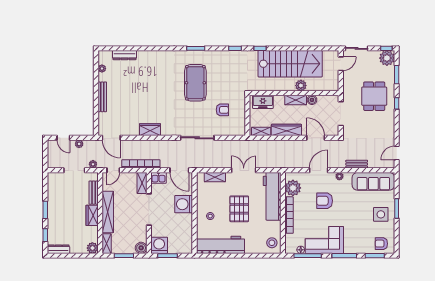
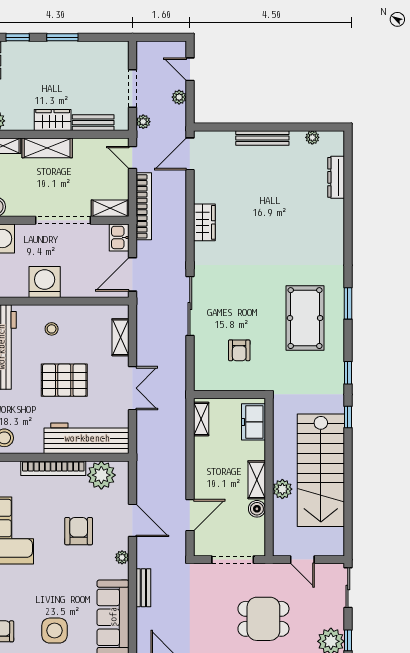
door: (341, 64) -> (302, 560), moved
pool table: (195, 83) -> (305, 318), moved, turned 90
wardrobe: (286, 130) -> (204, 464), removed
door: (63, 138) -> (190, 69), hinge flipped
washing machine: (184, 204) -> (45, 282), moved
shelving: (108, 212) -> (47, 148), width x0.68

